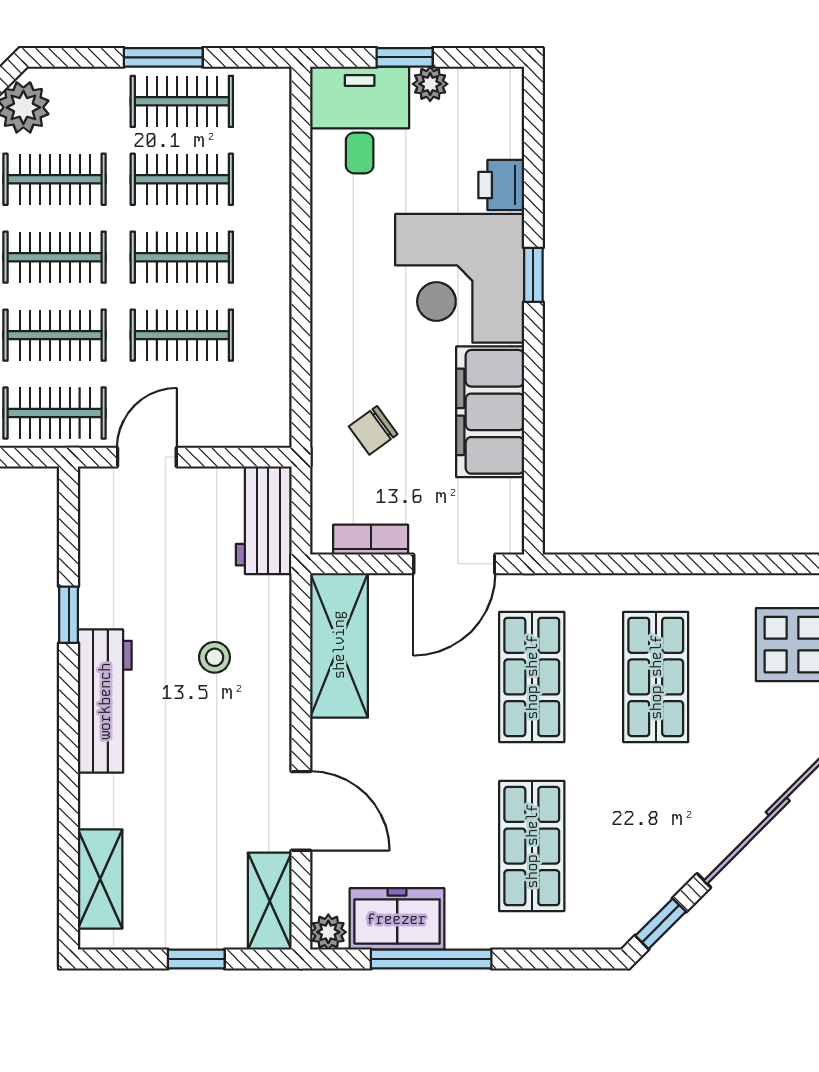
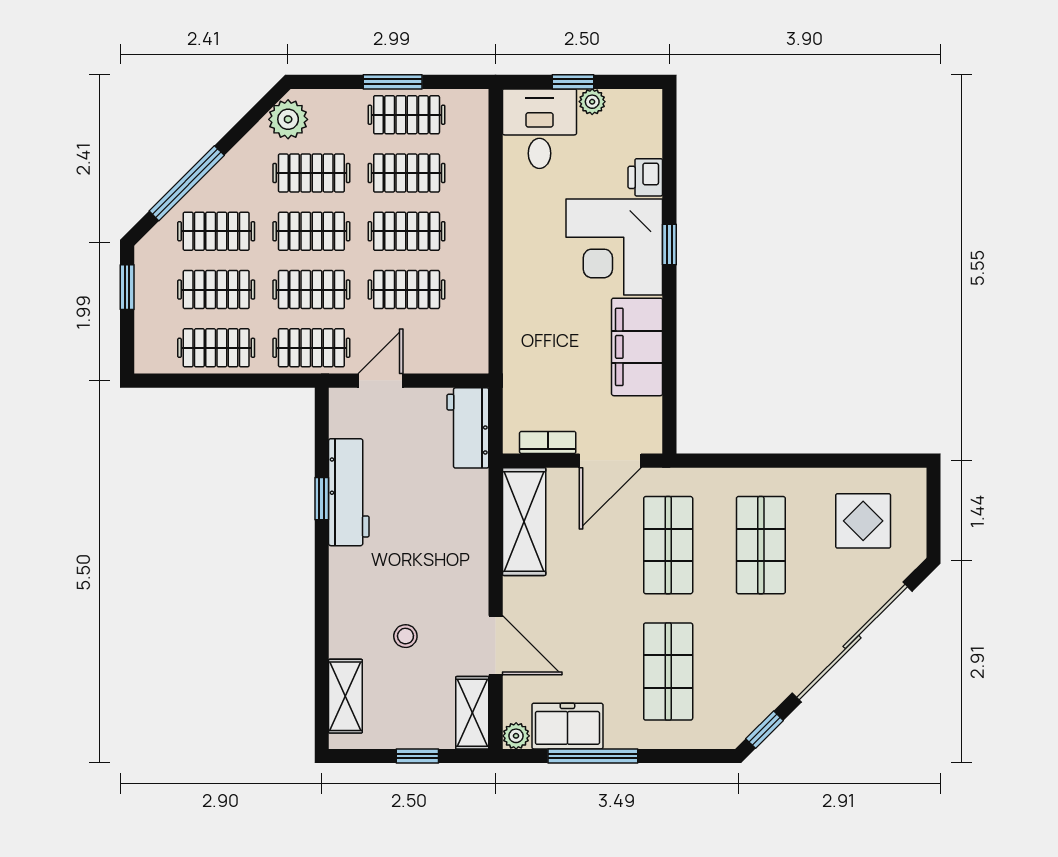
chair: (373, 430) -> (550, 361), removed
stool: (215, 657) -> (405, 636), moved
workbench: (105, 701) -> (349, 492), moved

